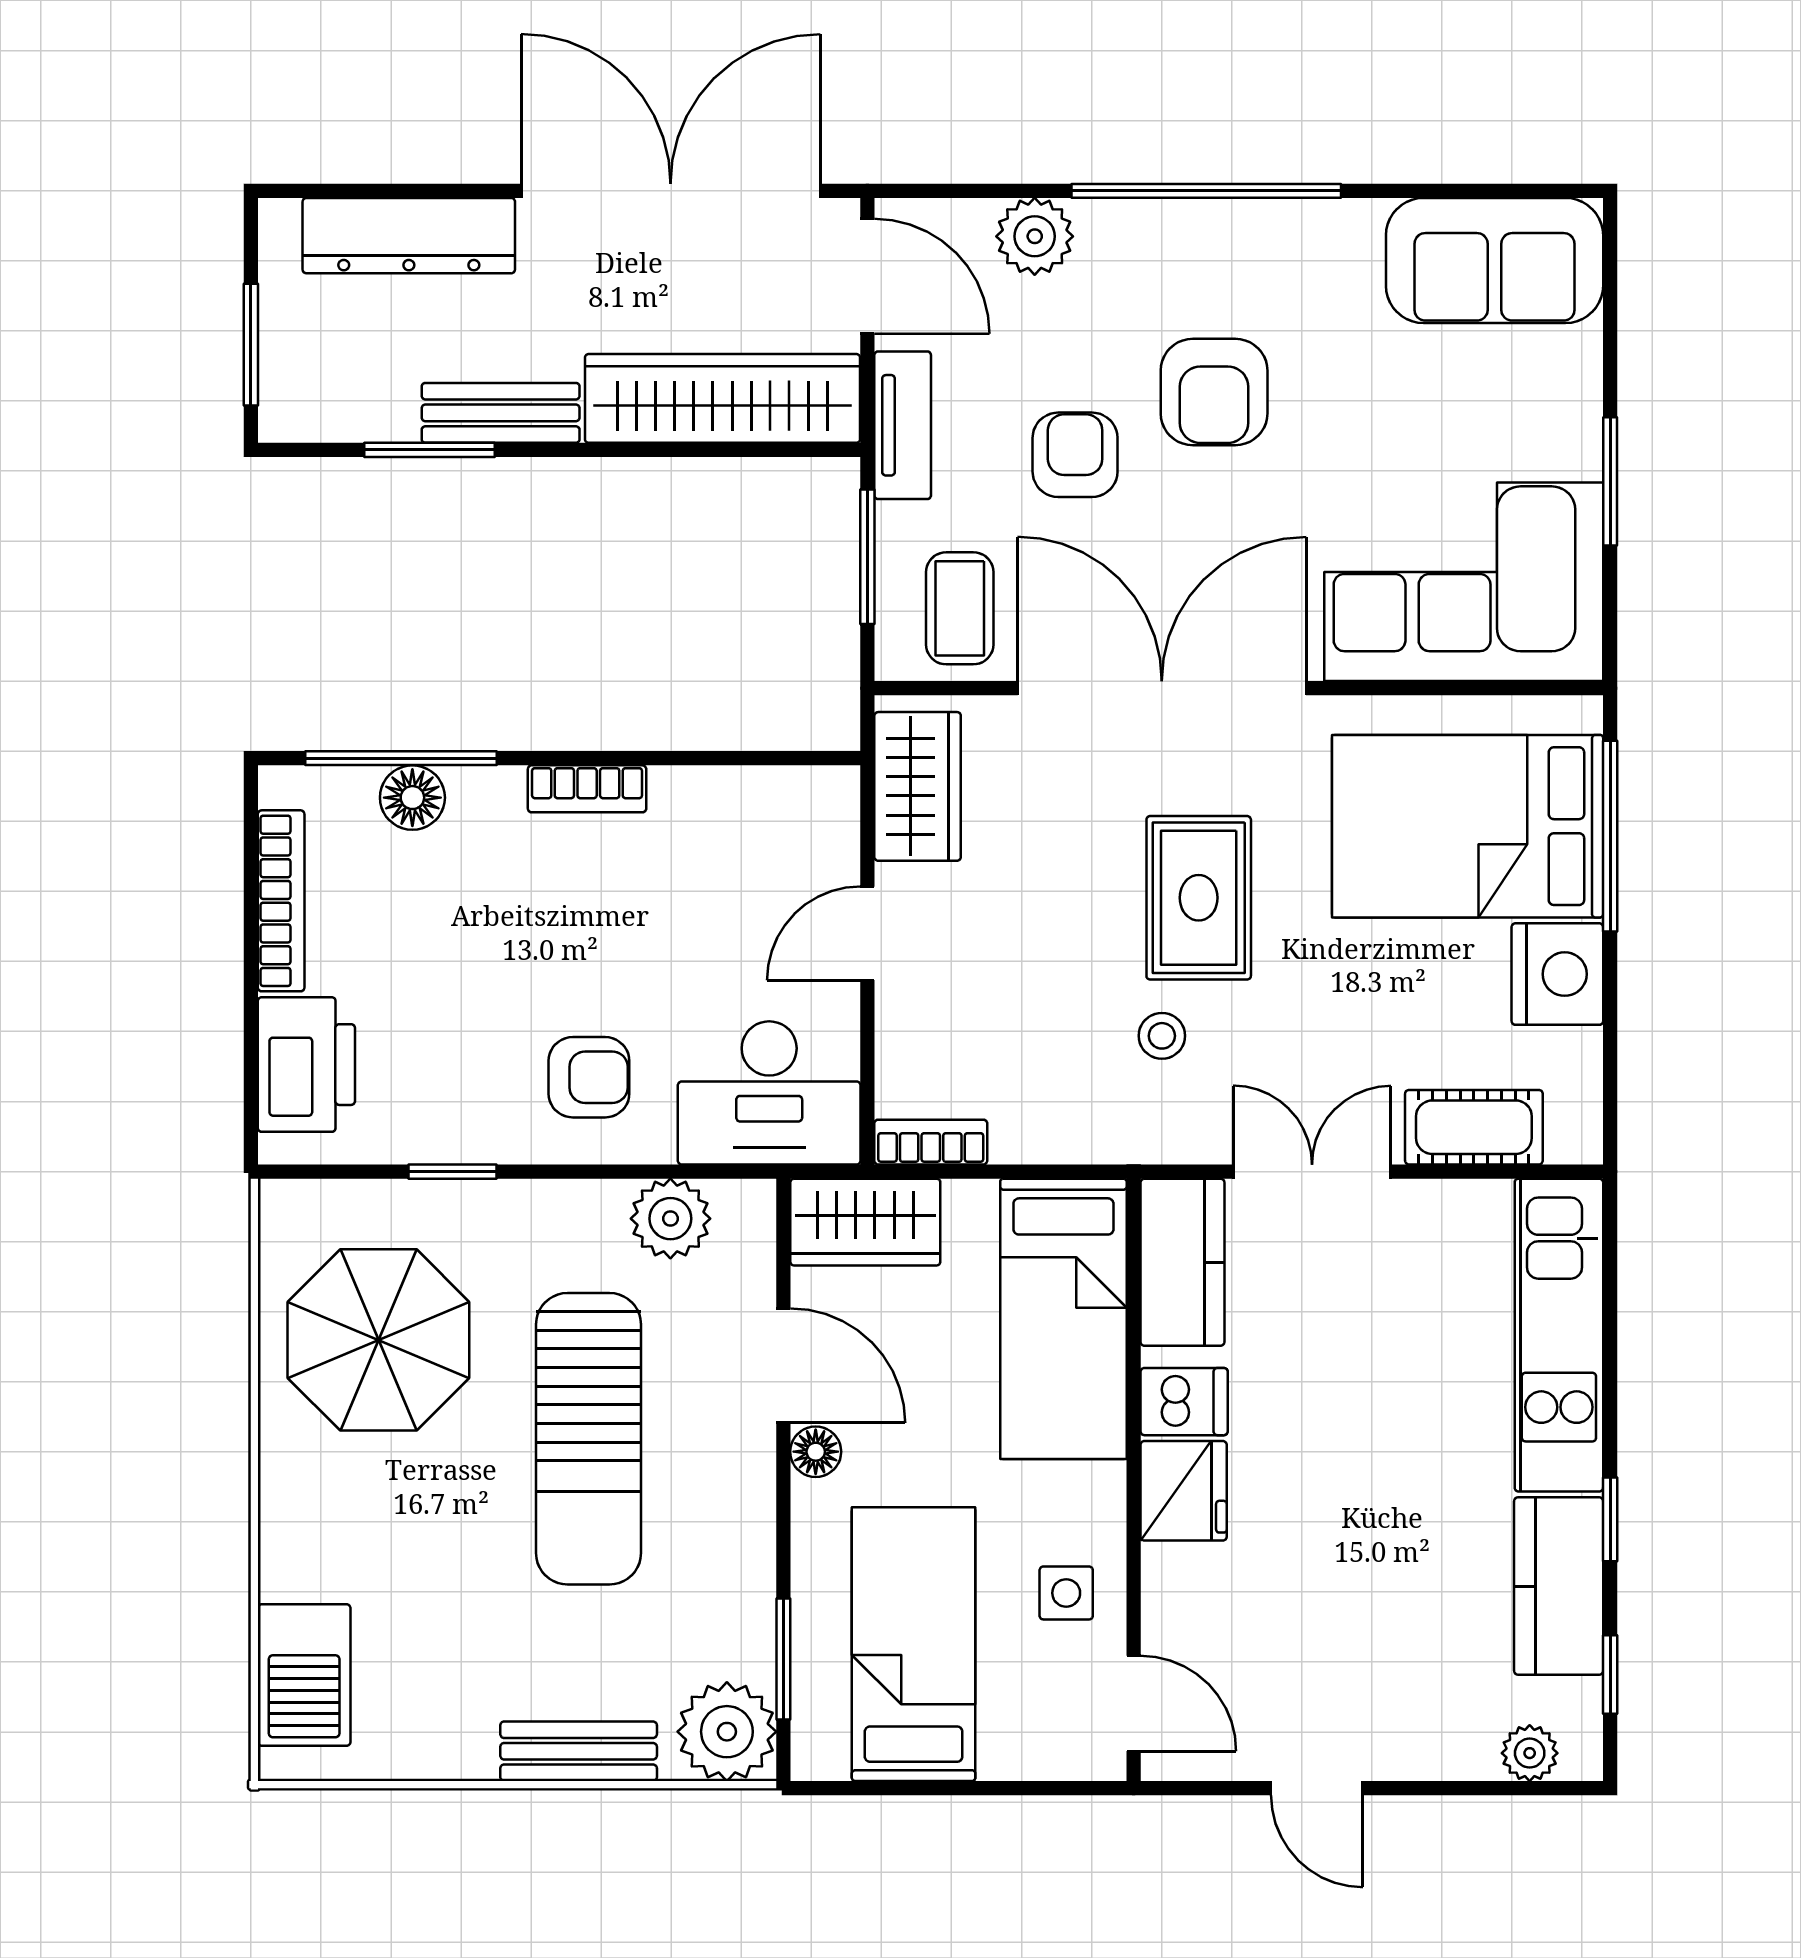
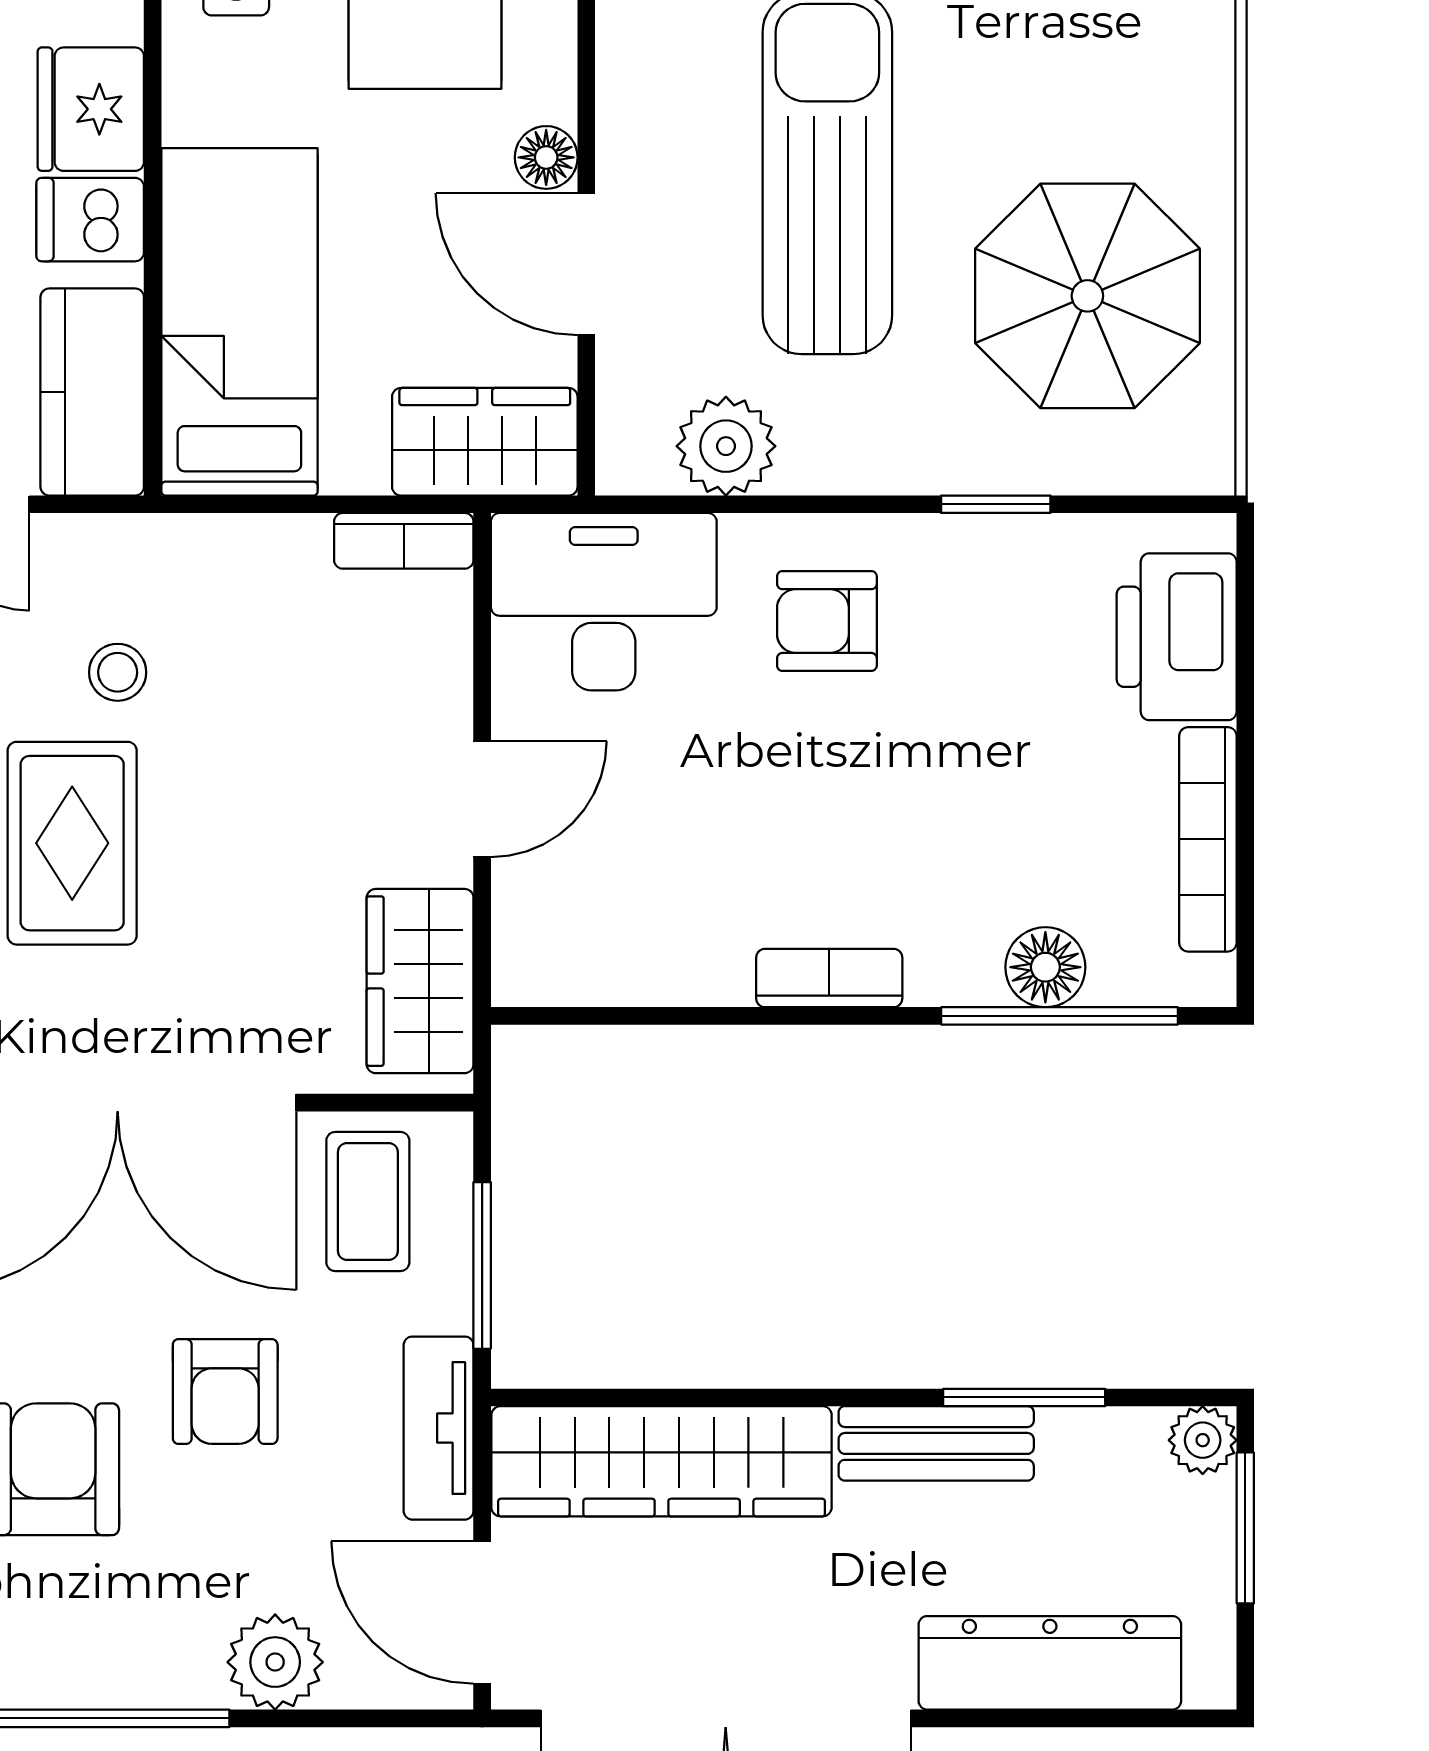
plant: (285, 416) -> (1203, 1440), added

